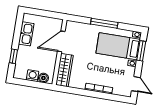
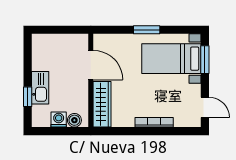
window: (104, 23) -> (147, 30), width x0.69
kitchen sink: (26, 34) -> (40, 88), moved
door: (61, 41) -> (91, 65), swing flipped

